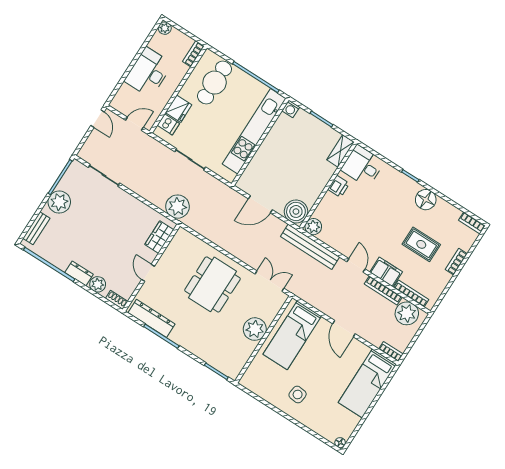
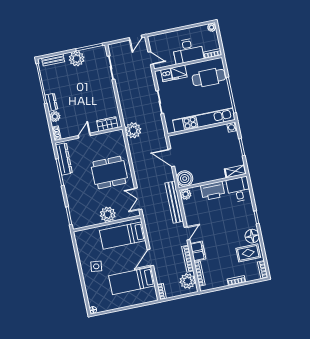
desk: (148, 72) -> (188, 51), moved, turned 180
printer: (339, 186) -> (213, 191), width x1.87, depth x1.48
plant: (177, 207) -> (133, 130), moved
rug: (421, 244) -> (248, 253), moved, turned 90
double door: (270, 281) -> (138, 199), swing flipped
bed: (367, 383) -> (132, 281), moved

